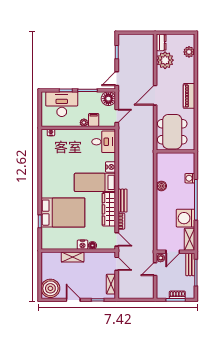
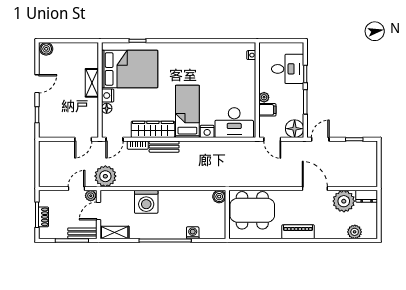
door: (117, 79) -> (320, 139), hinge flipped
door: (155, 95) -> (315, 189), moved
desk: (62, 104) -> (288, 69), width x0.73
desk: (104, 142) -> (234, 123), width x1.37
boiler: (161, 186) -> (219, 197), moved
bed: (63, 213) -> (130, 69), moved, turned -90
washing machine: (185, 218) -> (146, 202), moved, turned 180
plant: (146, 246) -> (105, 176), added
door: (173, 252) -> (99, 211), hinge flipped
door: (155, 269) -> (76, 189), hinge flipped
shelving: (111, 284) -> (57, 132), removed
boiler: (50, 288) -> (46, 49), width x0.54, depth x0.54

